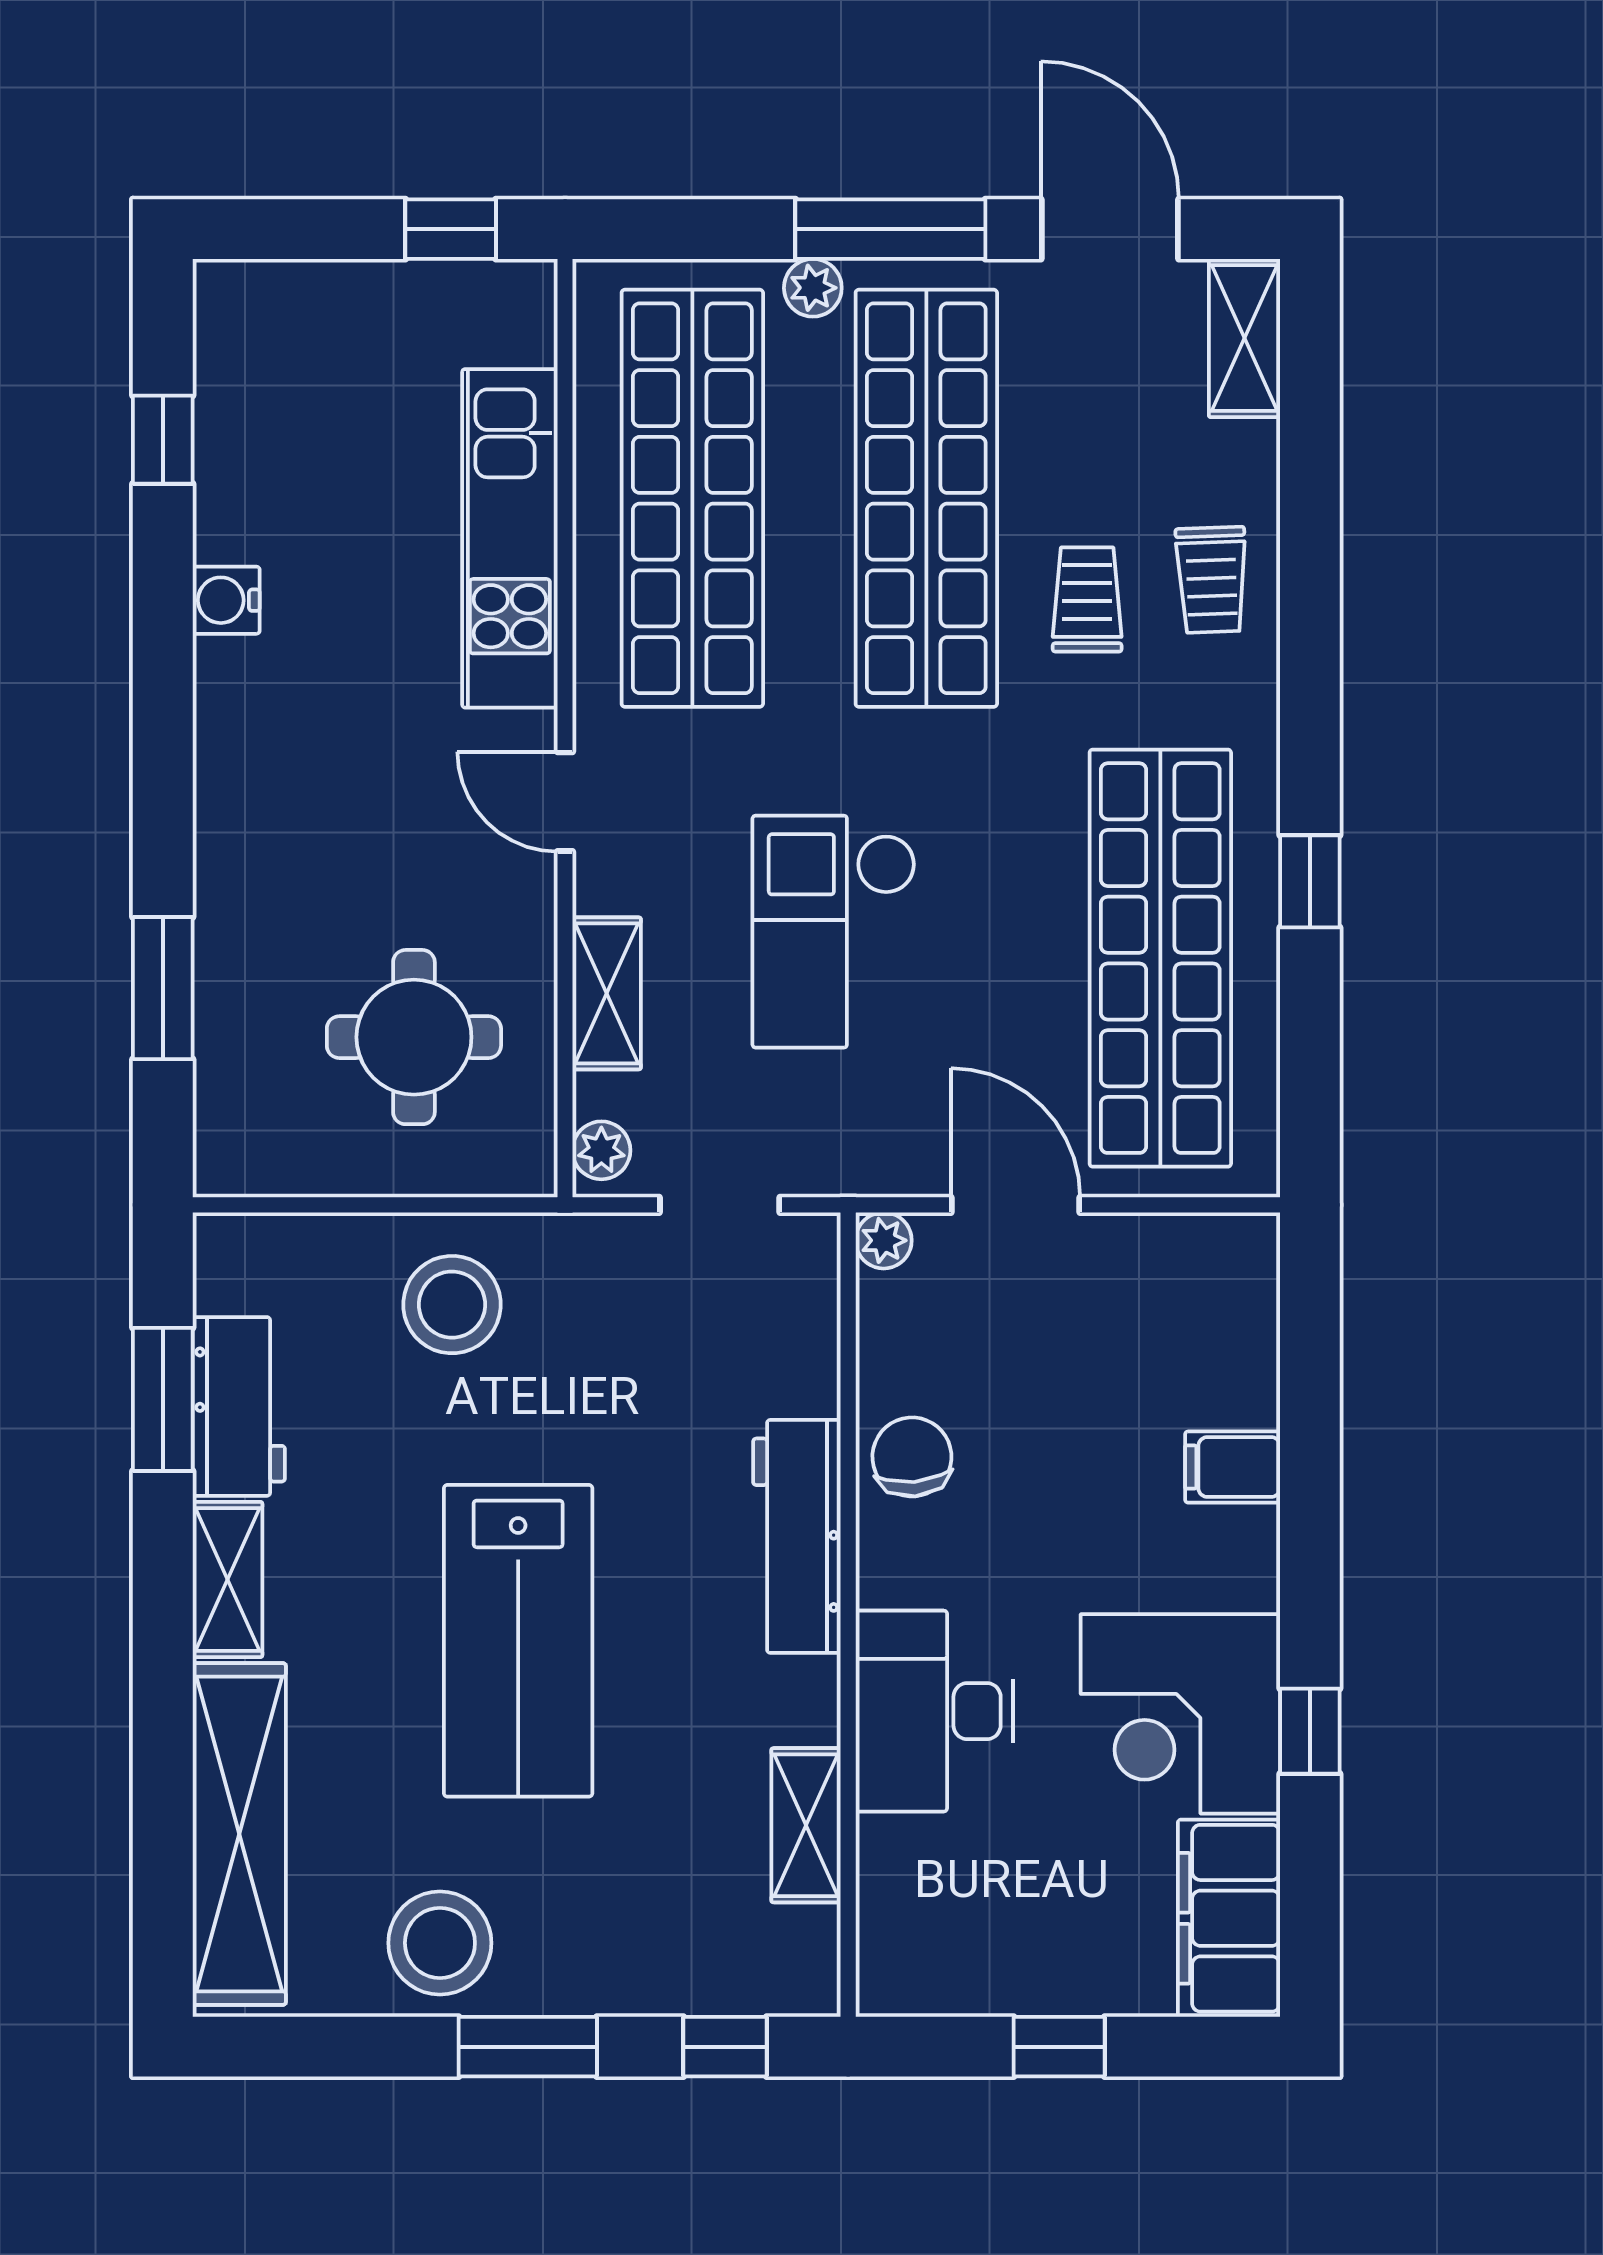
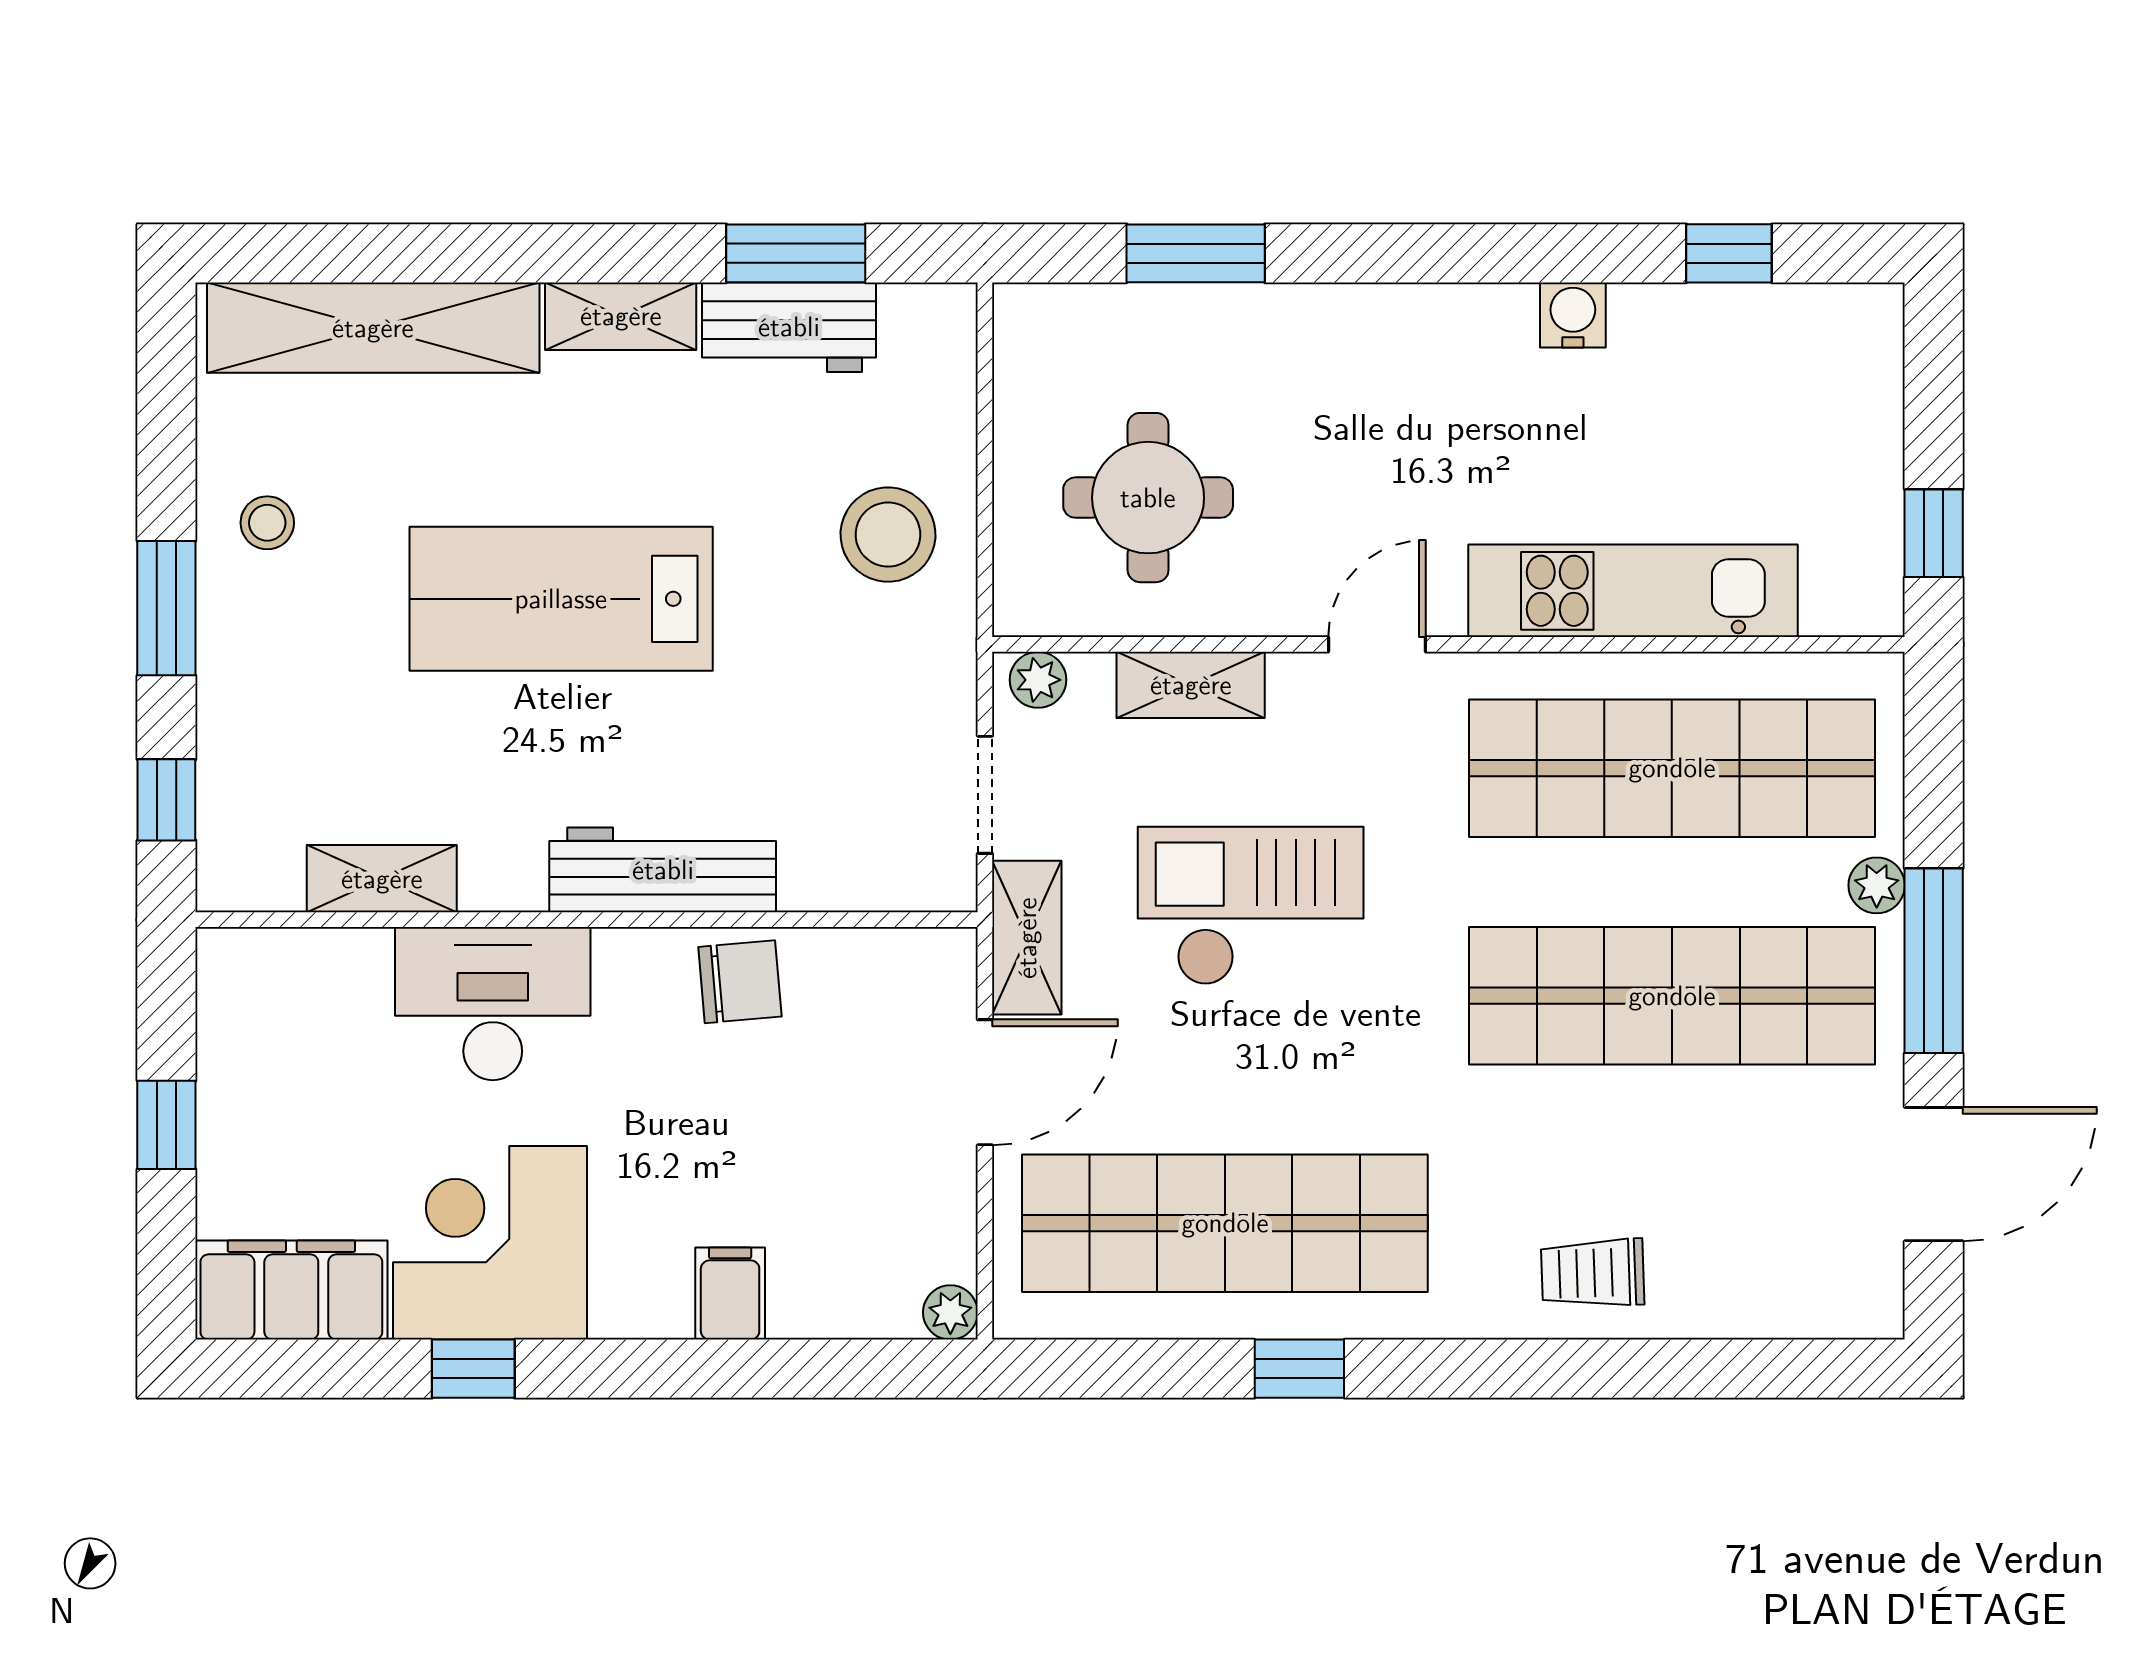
shelving: (1245, 338) -> (1027, 938), moved, turned 90
trolley: (1087, 599) -> (1574, 1152), removed
plant: (884, 1240) -> (950, 1312), moved
stool: (440, 1943) -> (267, 523), width x0.53, depth x0.53

